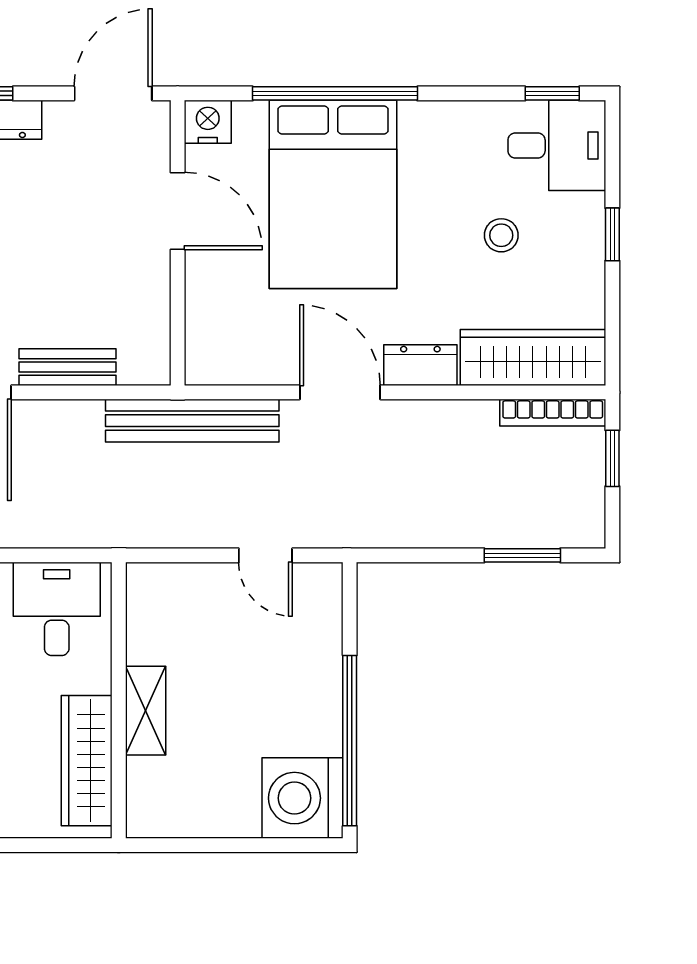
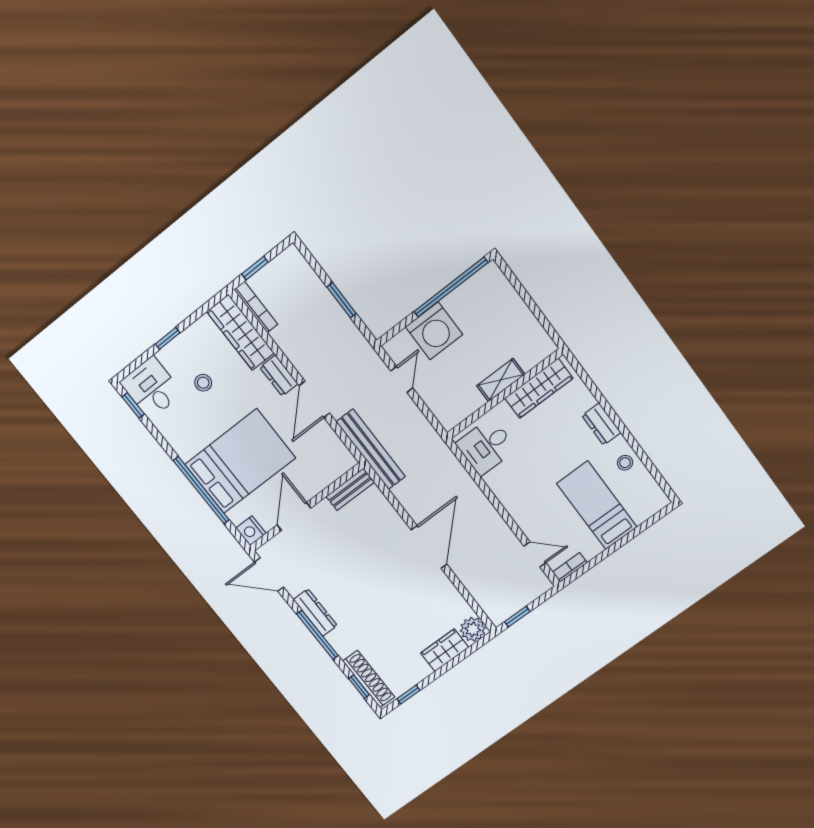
bench: (67, 367) -> (350, 489), moved, turned 90
window: (522, 555) -> (342, 300), moved
washing machine: (303, 798) -> (434, 331), moved

